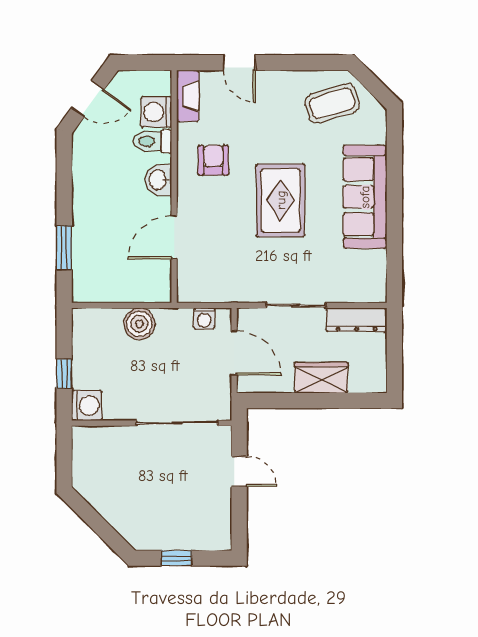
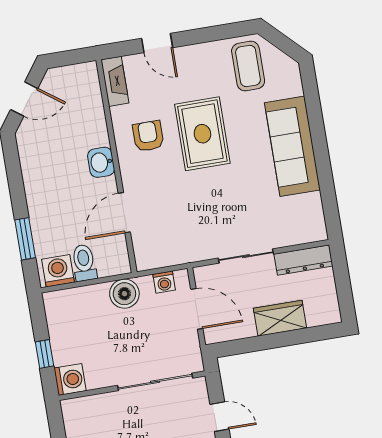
coffee table: (332, 103) -> (248, 66), turned -73
washing machine: (156, 112) -> (58, 271), moved, turned 90
toilet: (152, 141) -> (84, 263), moved, turned 90
rug: (281, 200) -> (202, 134), moved
boiler: (139, 324) -> (124, 294), moved

